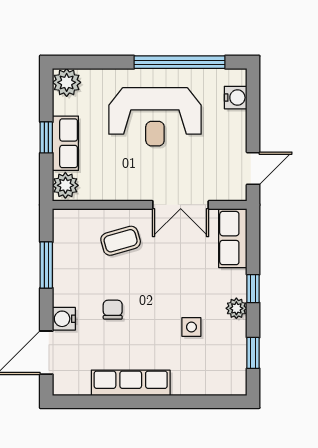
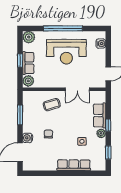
window: (180, 62) -> (63, 28), moved
row of seats: (233, 238) -> (100, 115), moved
row of seats: (131, 383) -> (74, 165), moved

